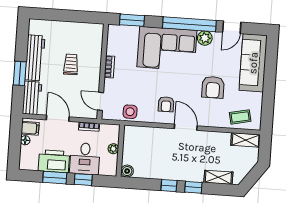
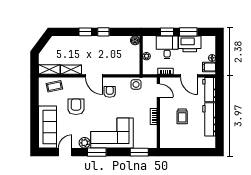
window: (189, 24) -> (97, 152), width x0.47
window: (20, 73) -> (220, 107), removed
shelving: (218, 177) -> (71, 70), moved

